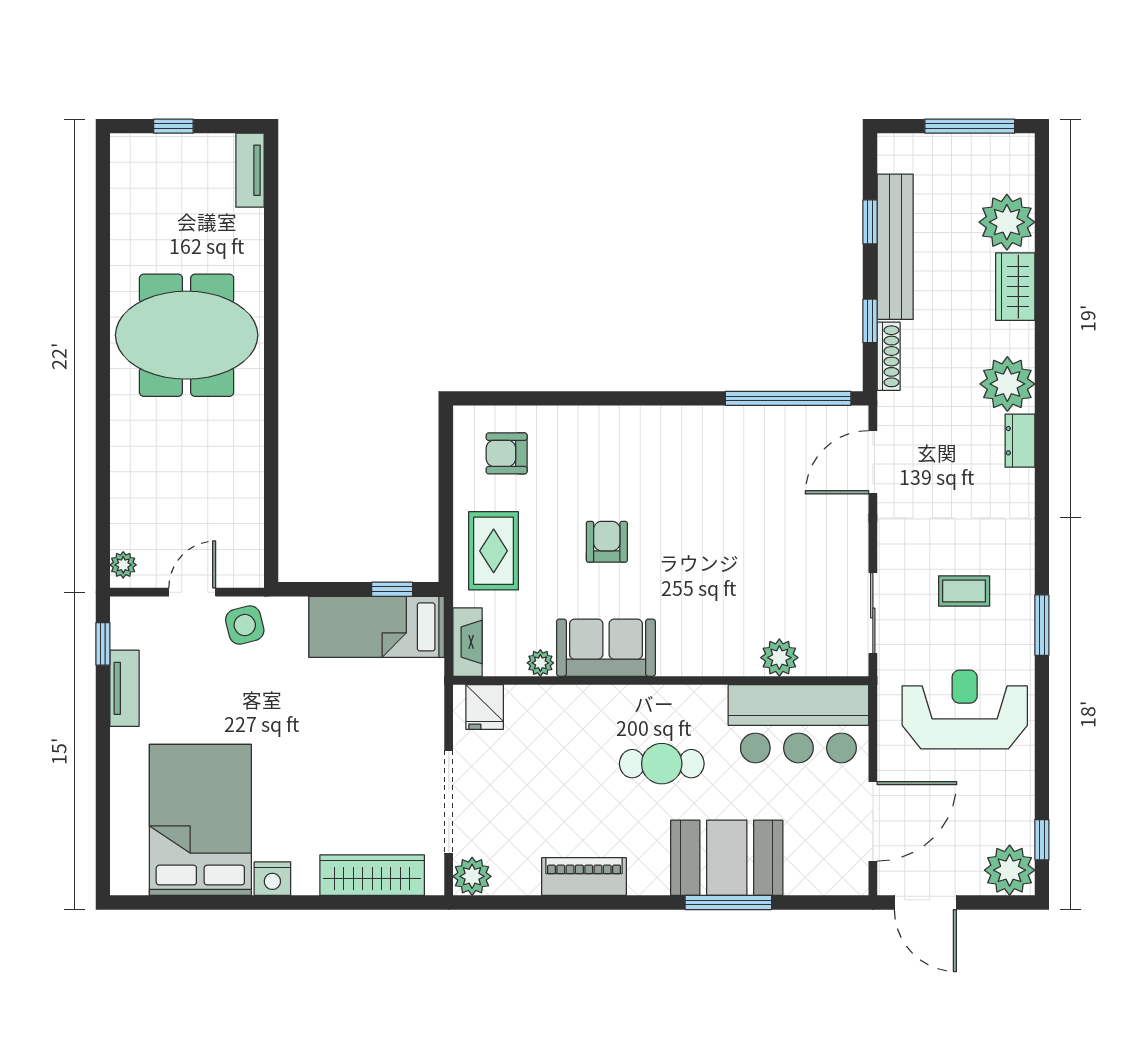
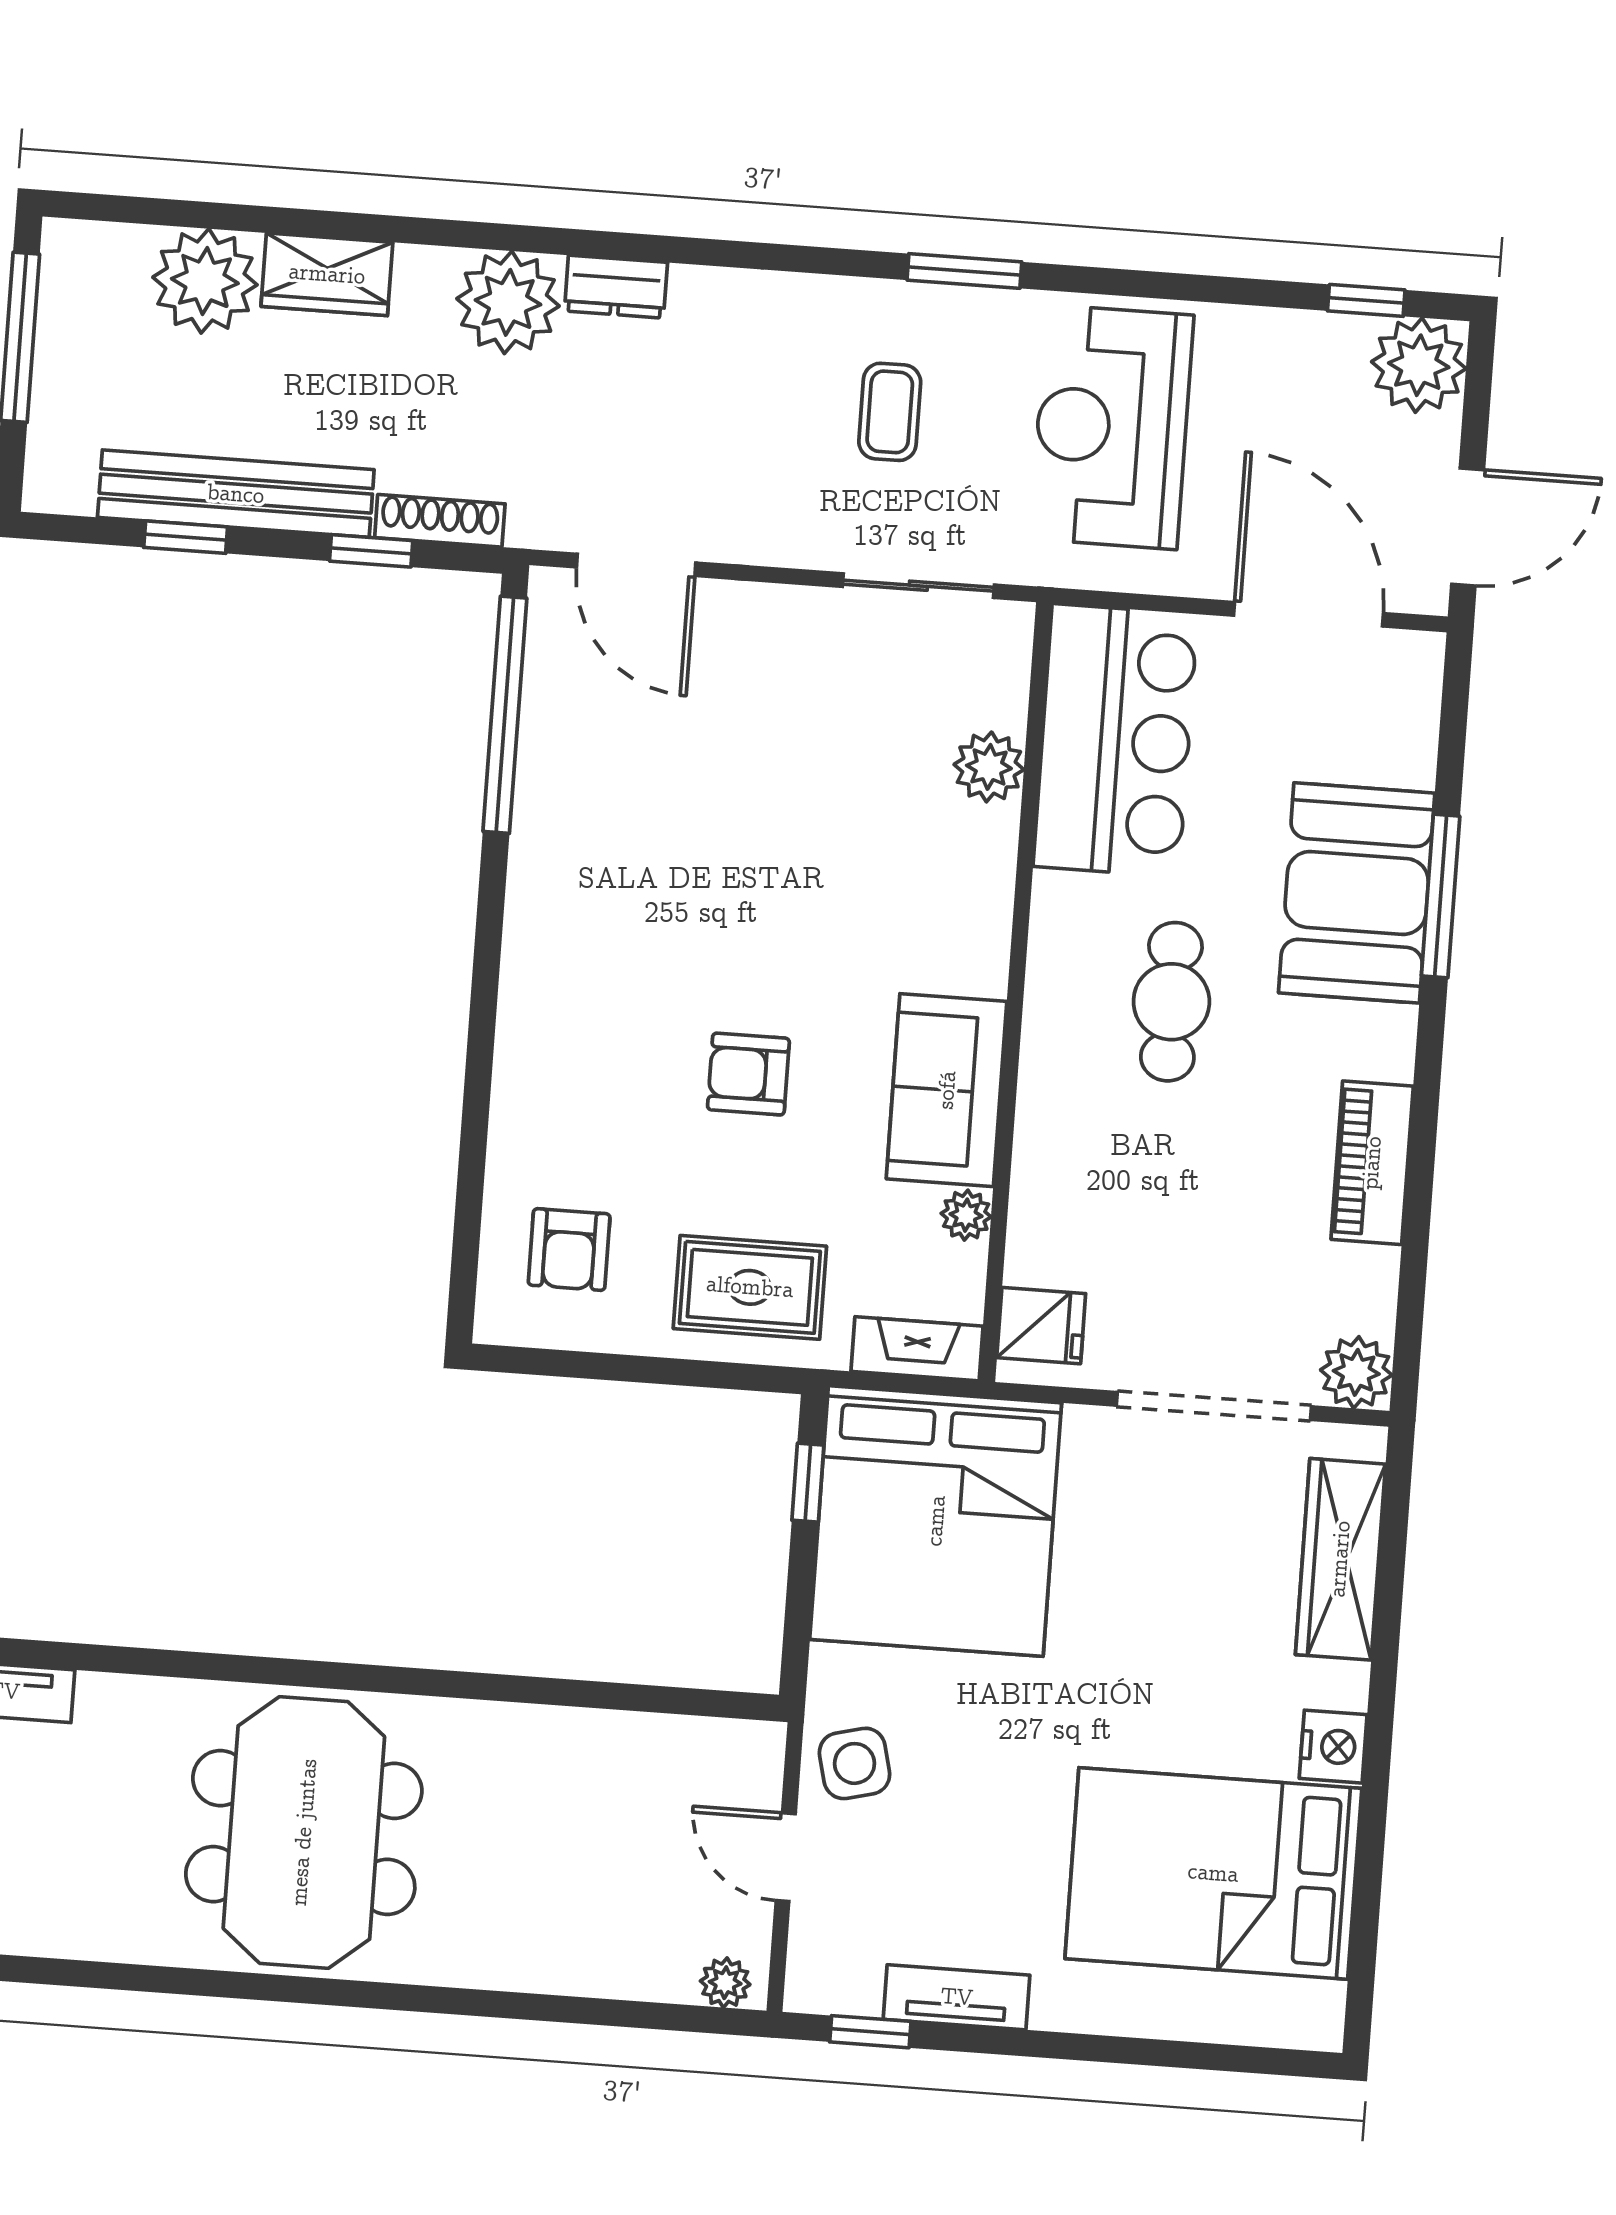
bed: (377, 627) -> (936, 1521), width x2.04

